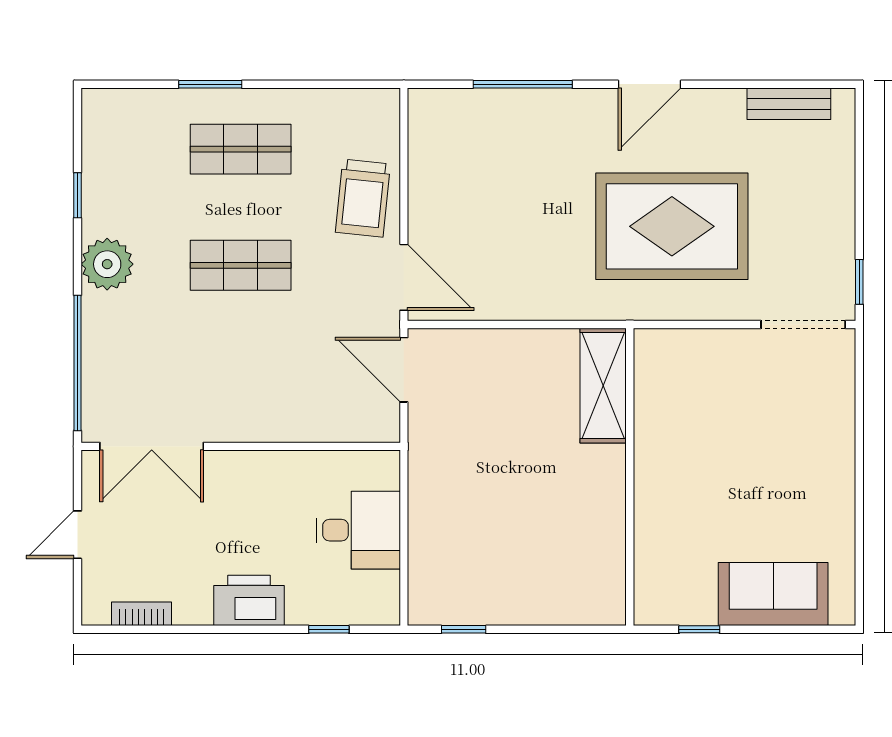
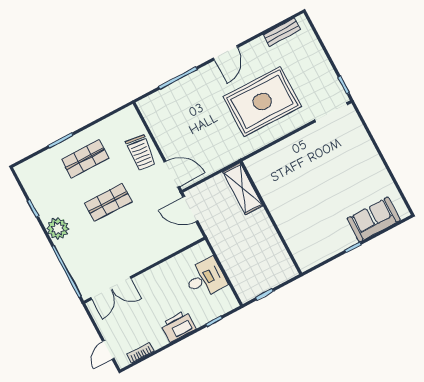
shelving: (603, 386) -> (243, 189), moved
wall: (630, 477) -> (271, 218), moved
door: (78, 535) -> (108, 350), moved

